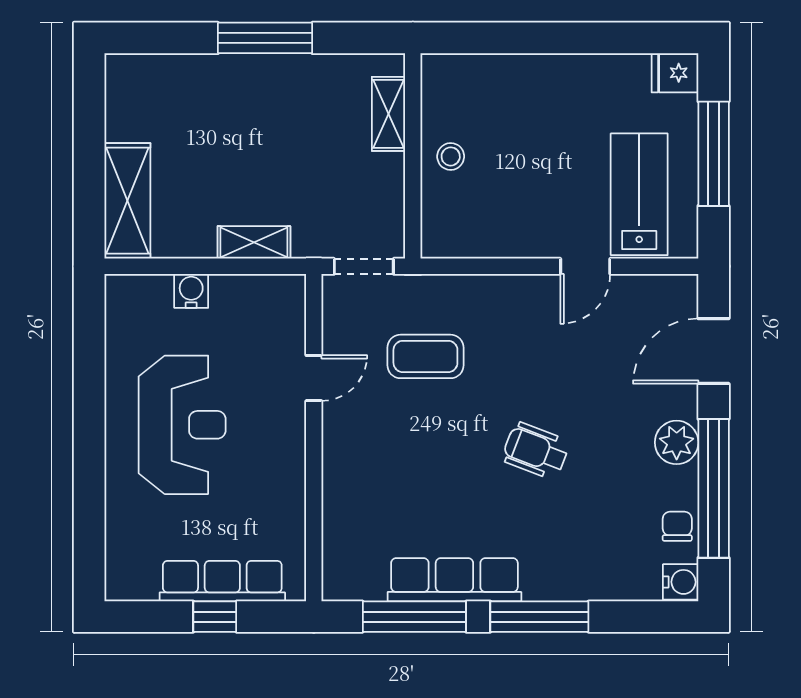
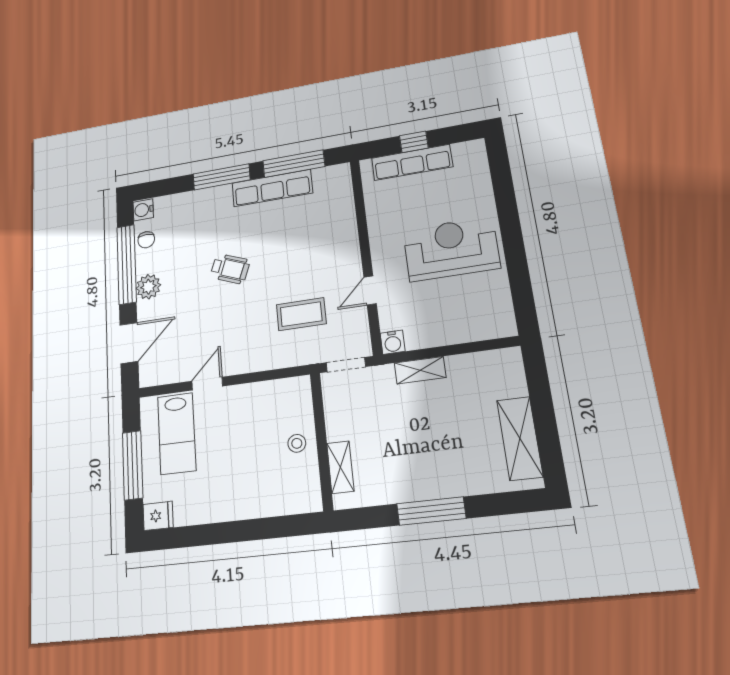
shelving: (127, 201) -> (520, 438), moved
water cooler: (191, 291) -> (393, 342), moved
reception desk: (182, 425) -> (451, 249), turned 90

